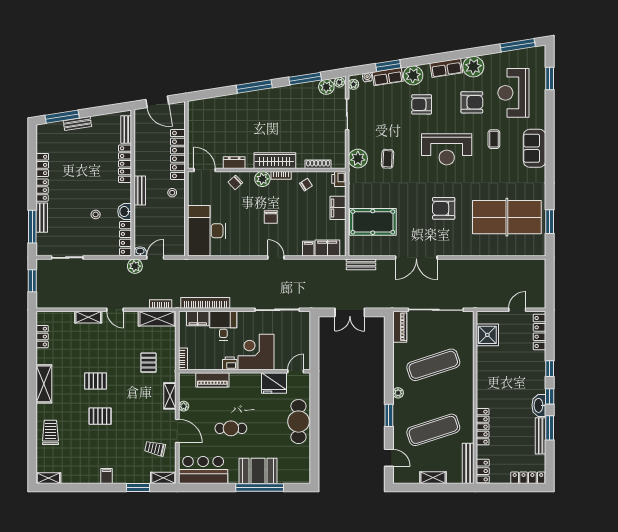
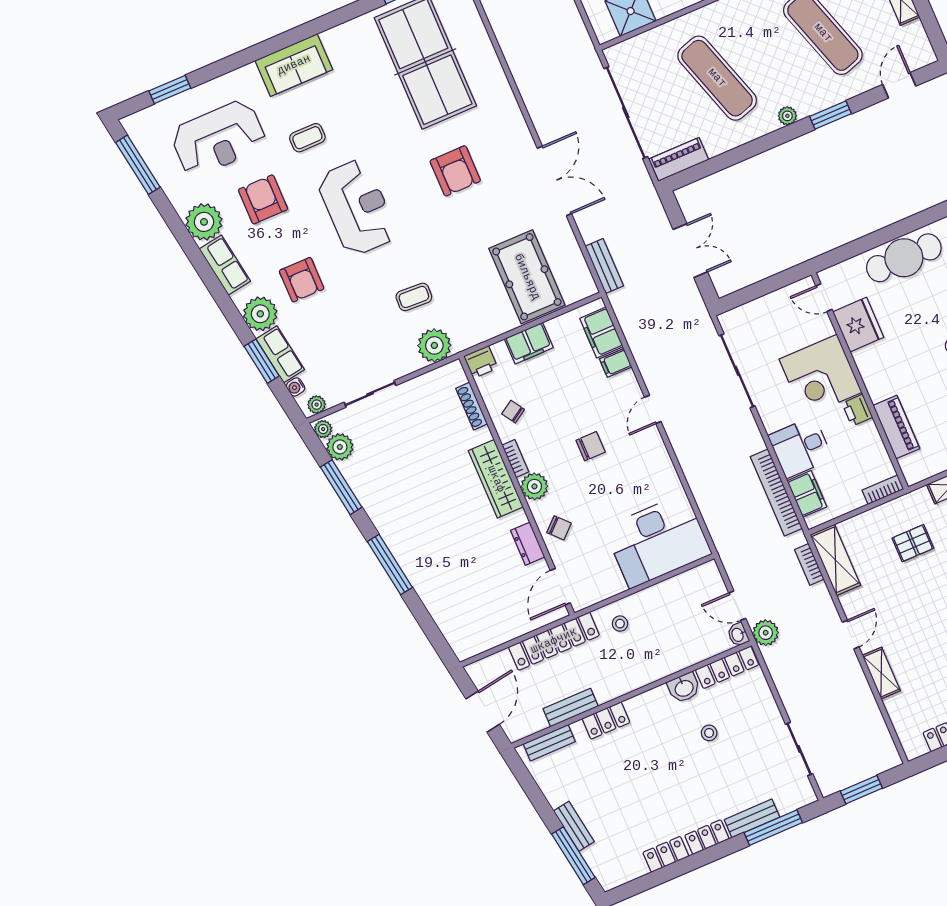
locker: (125, 164) -> (606, 721), width x0.66
bench: (140, 190) -> (571, 707), moved

